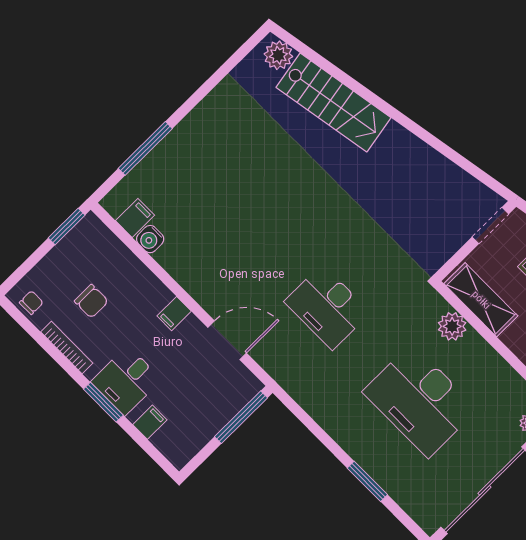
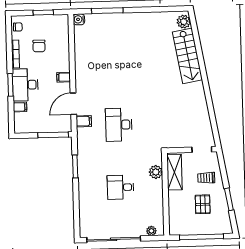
filing cabinet: (135, 218) -> (84, 121), moved
window: (67, 227) -> (43, 12), moved
water cooler: (150, 239) -> (79, 19), moved
door: (227, 340) -> (73, 104), swing flipped
desk: (126, 381) -> (25, 85), width x1.37
desk: (420, 401) -> (121, 187), width x0.53, depth x0.77
window: (367, 481) -> (75, 166), moved

